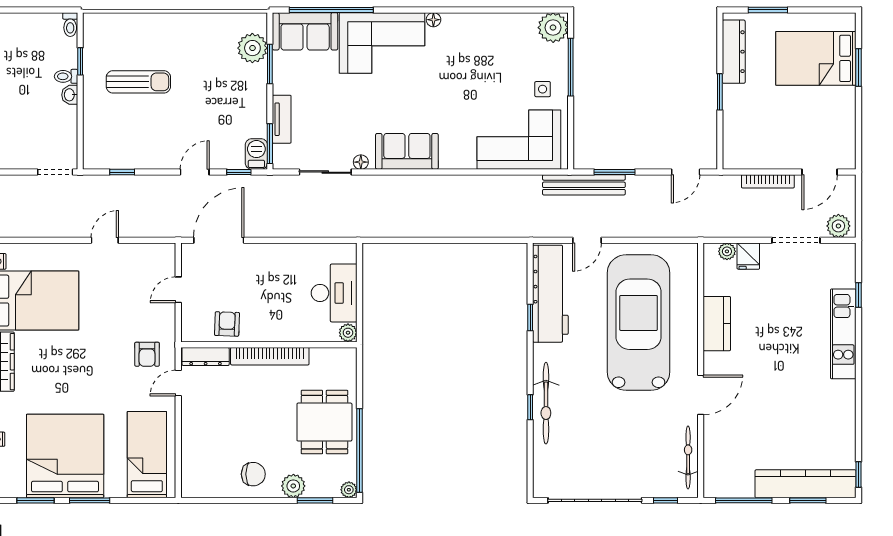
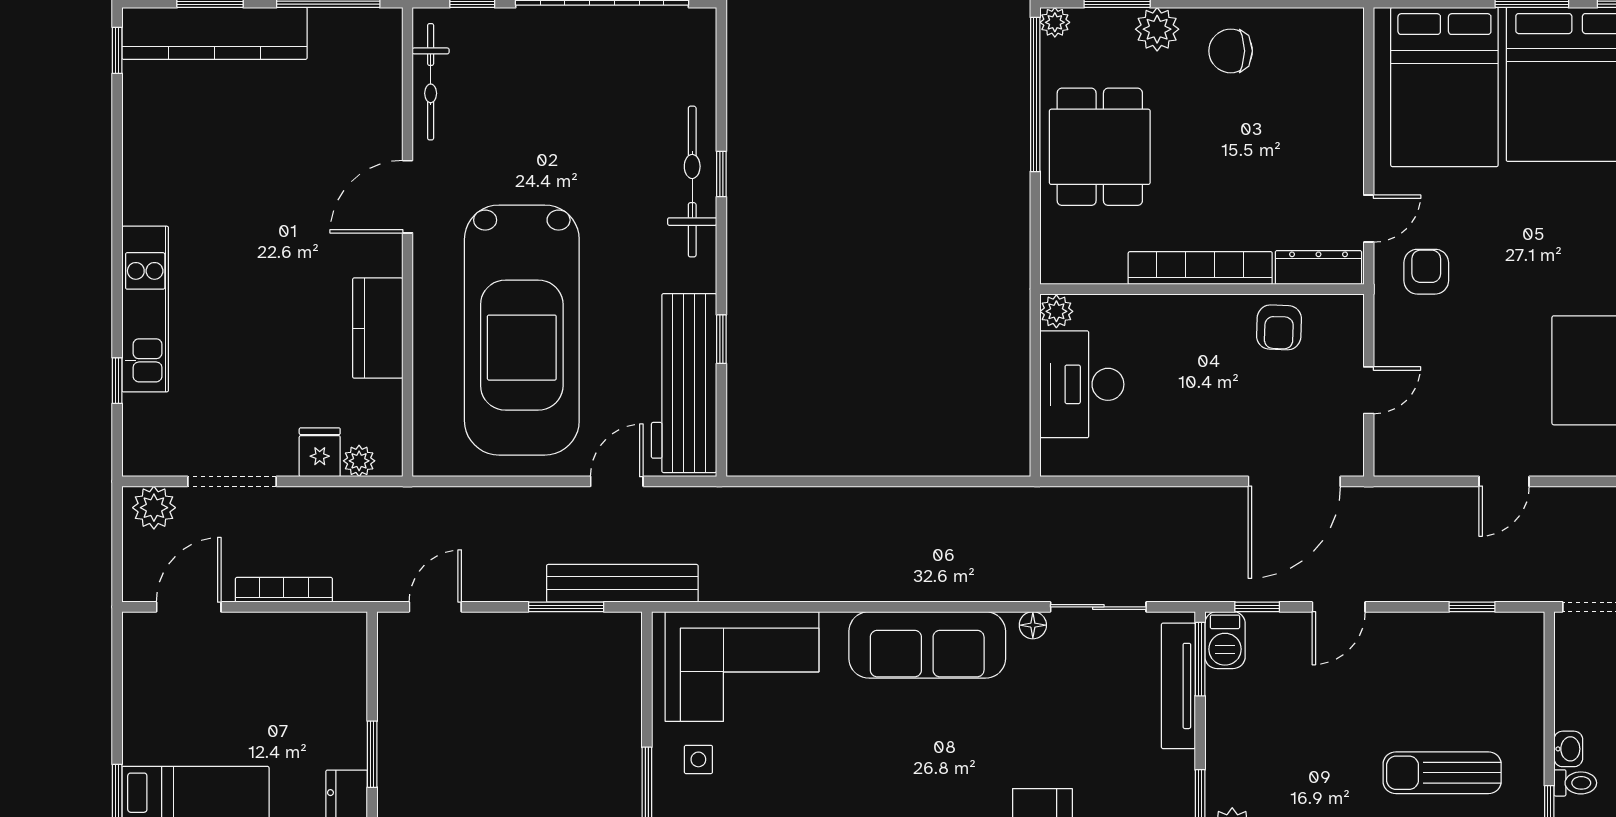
tv unit: (282, 119) -> (1178, 686), width x1.41
sofa: (407, 151) -> (927, 645), width x1.36
bed: (147, 455) -> (1444, 87), width x1.50

